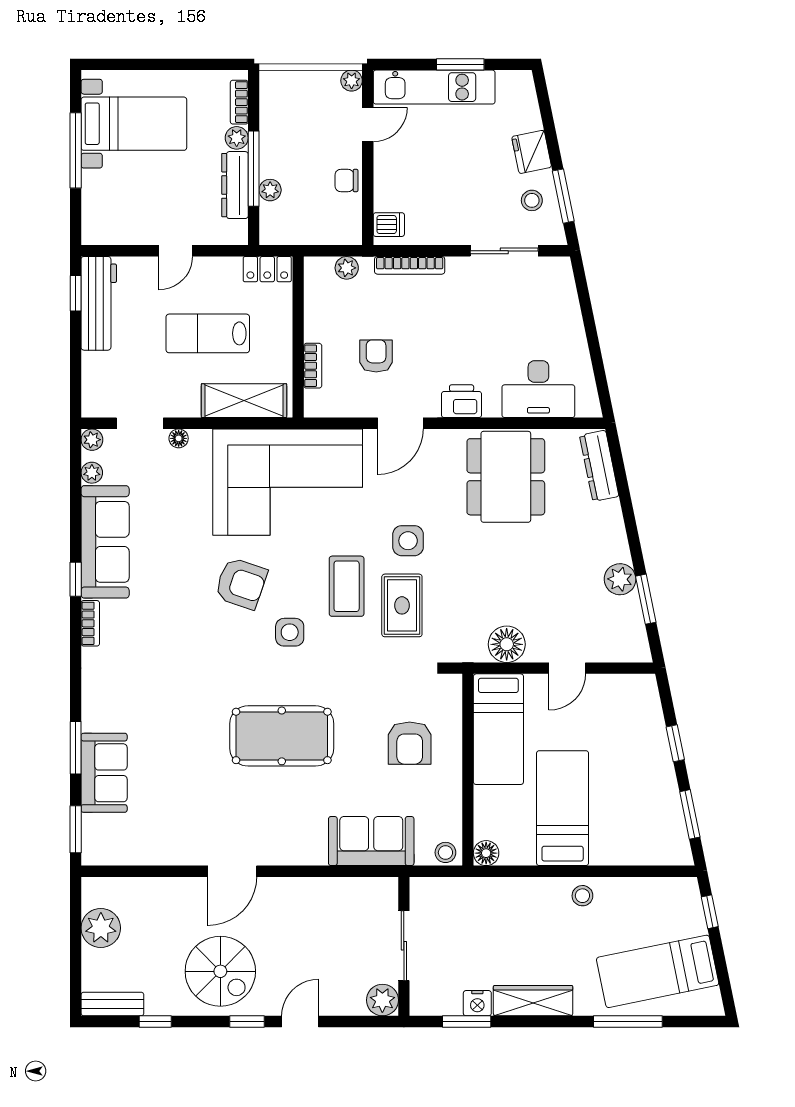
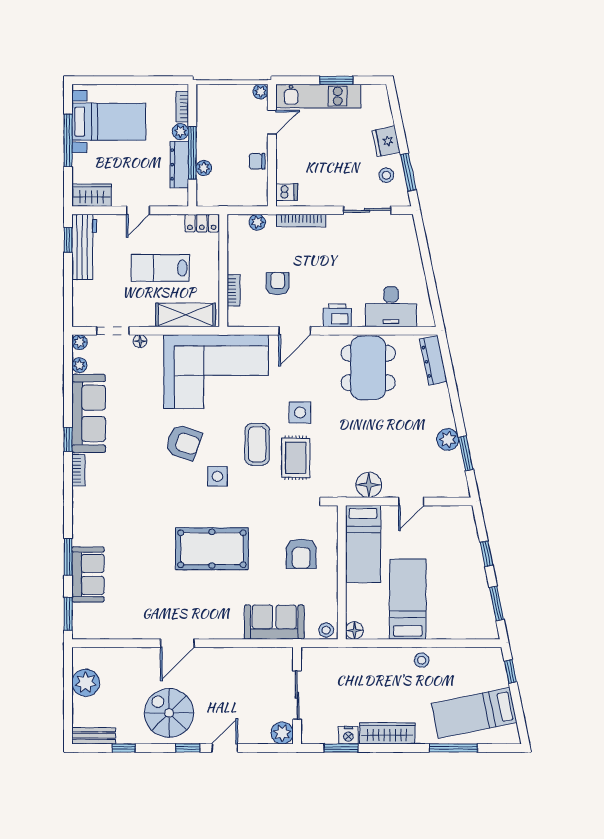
wardrobe: (109, 229) -> (92, 195), added
spiral stairs: (220, 971) -> (169, 713), turned 180

